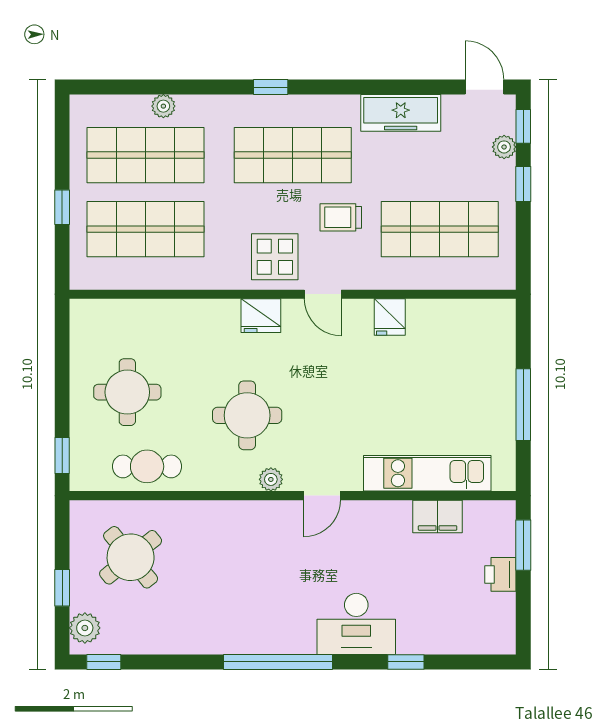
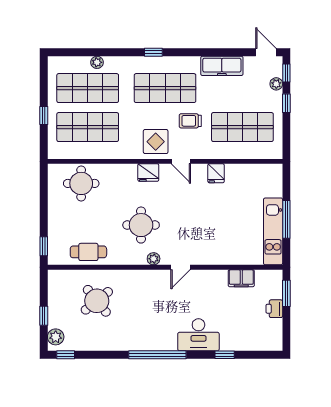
round table: (127, 392) -> (81, 183), moved
kitchen unit: (427, 473) -> (273, 231), moved, turned -90
round table: (131, 557) -> (97, 301), moved

